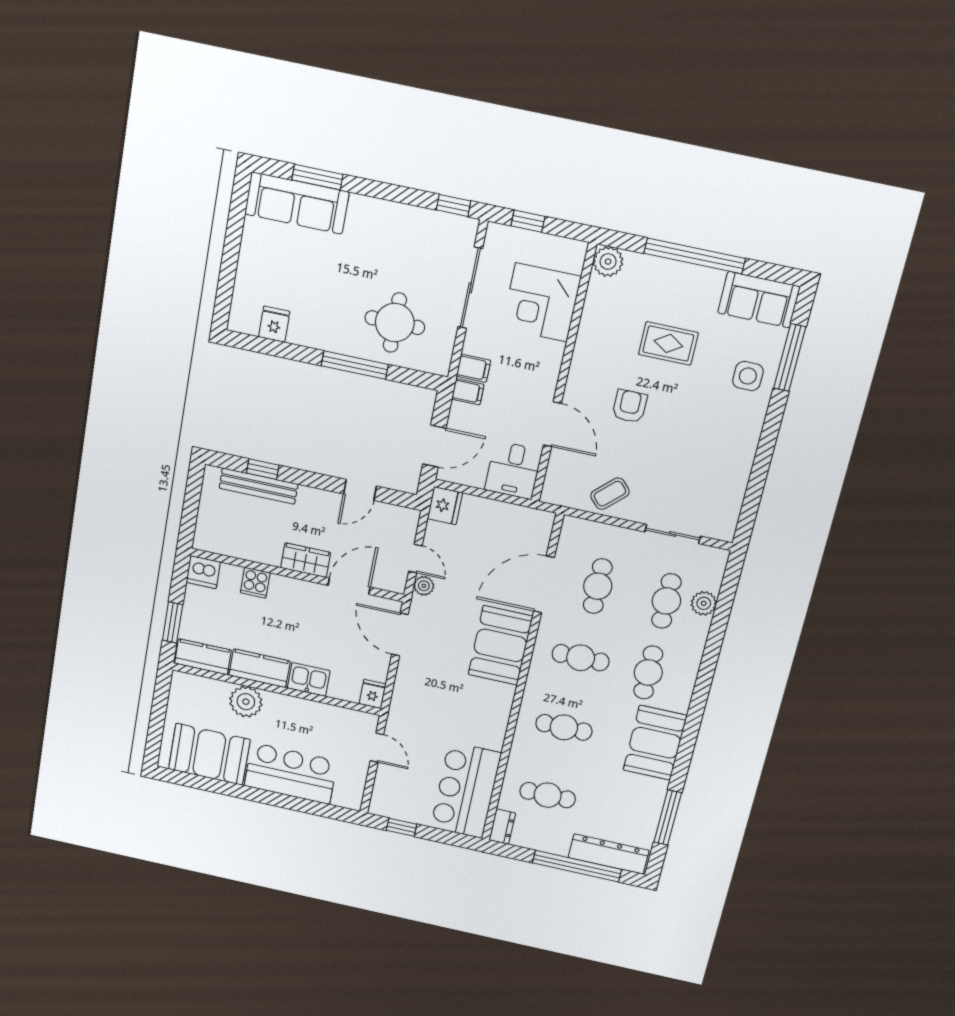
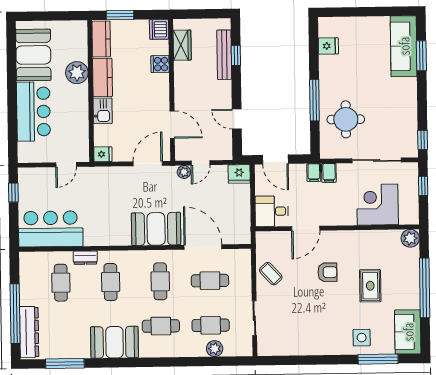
wardrobe: (306, 560) -> (182, 45), moved
dresser: (502, 827) -> (85, 258), moved

